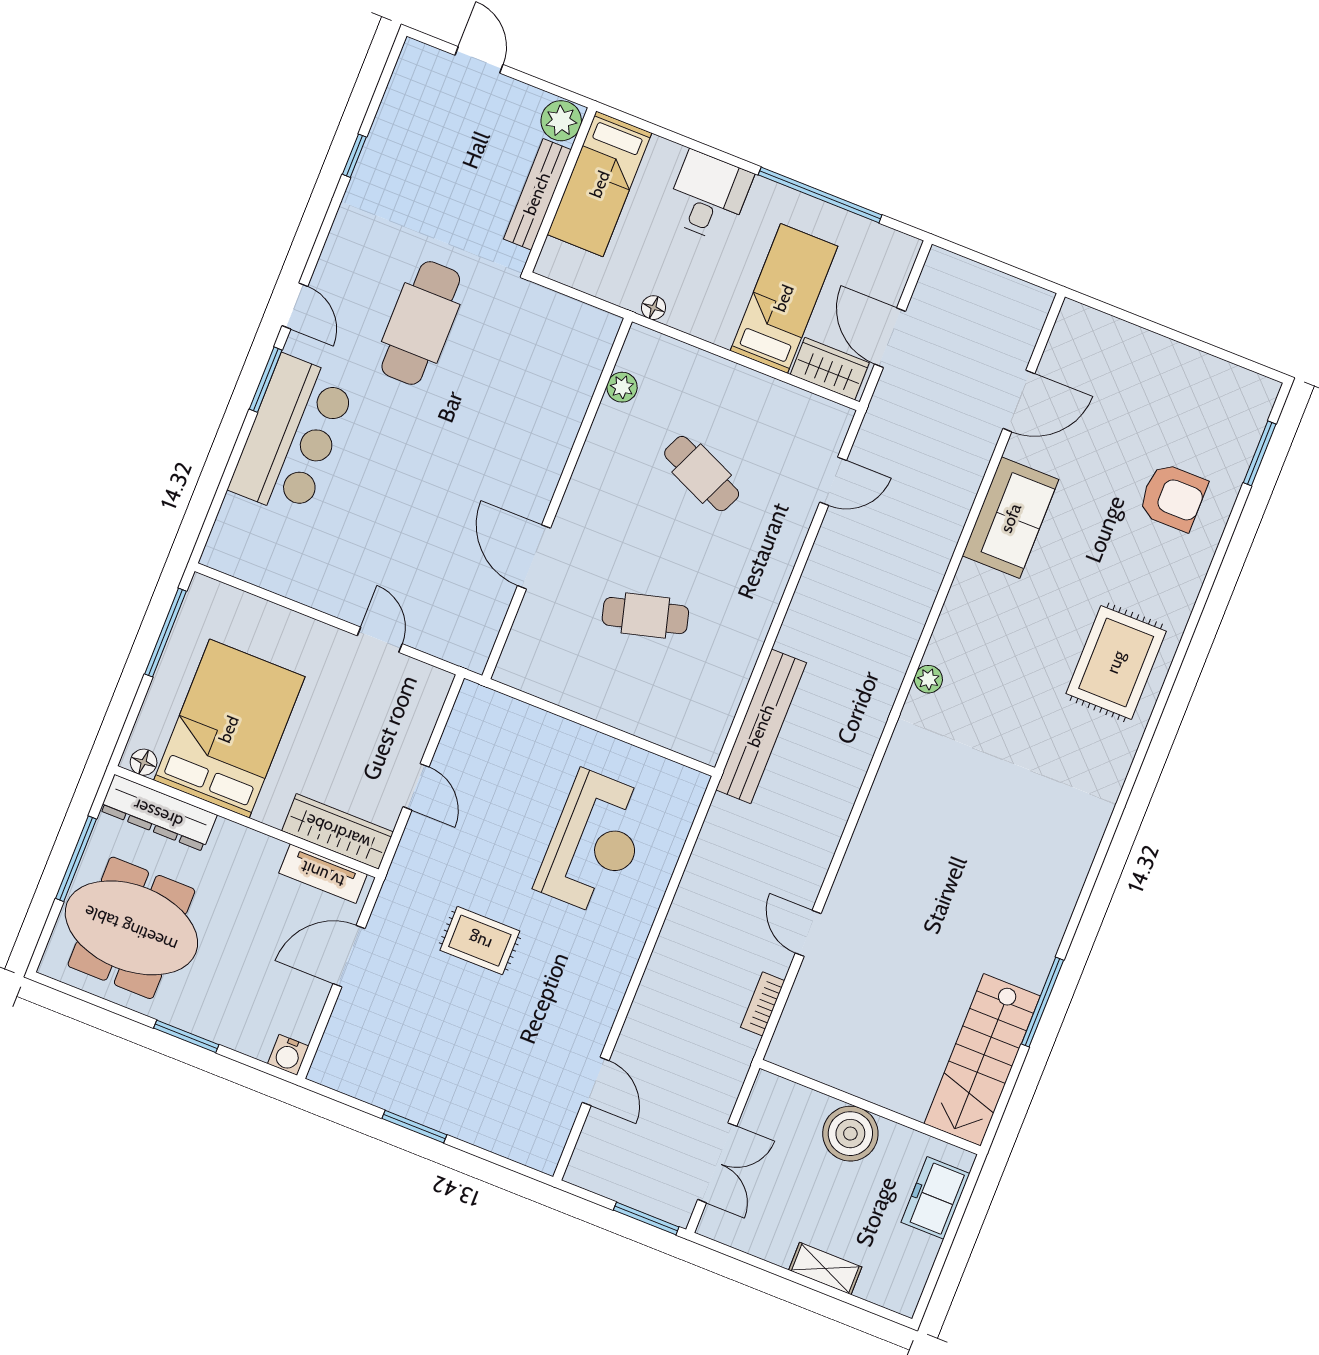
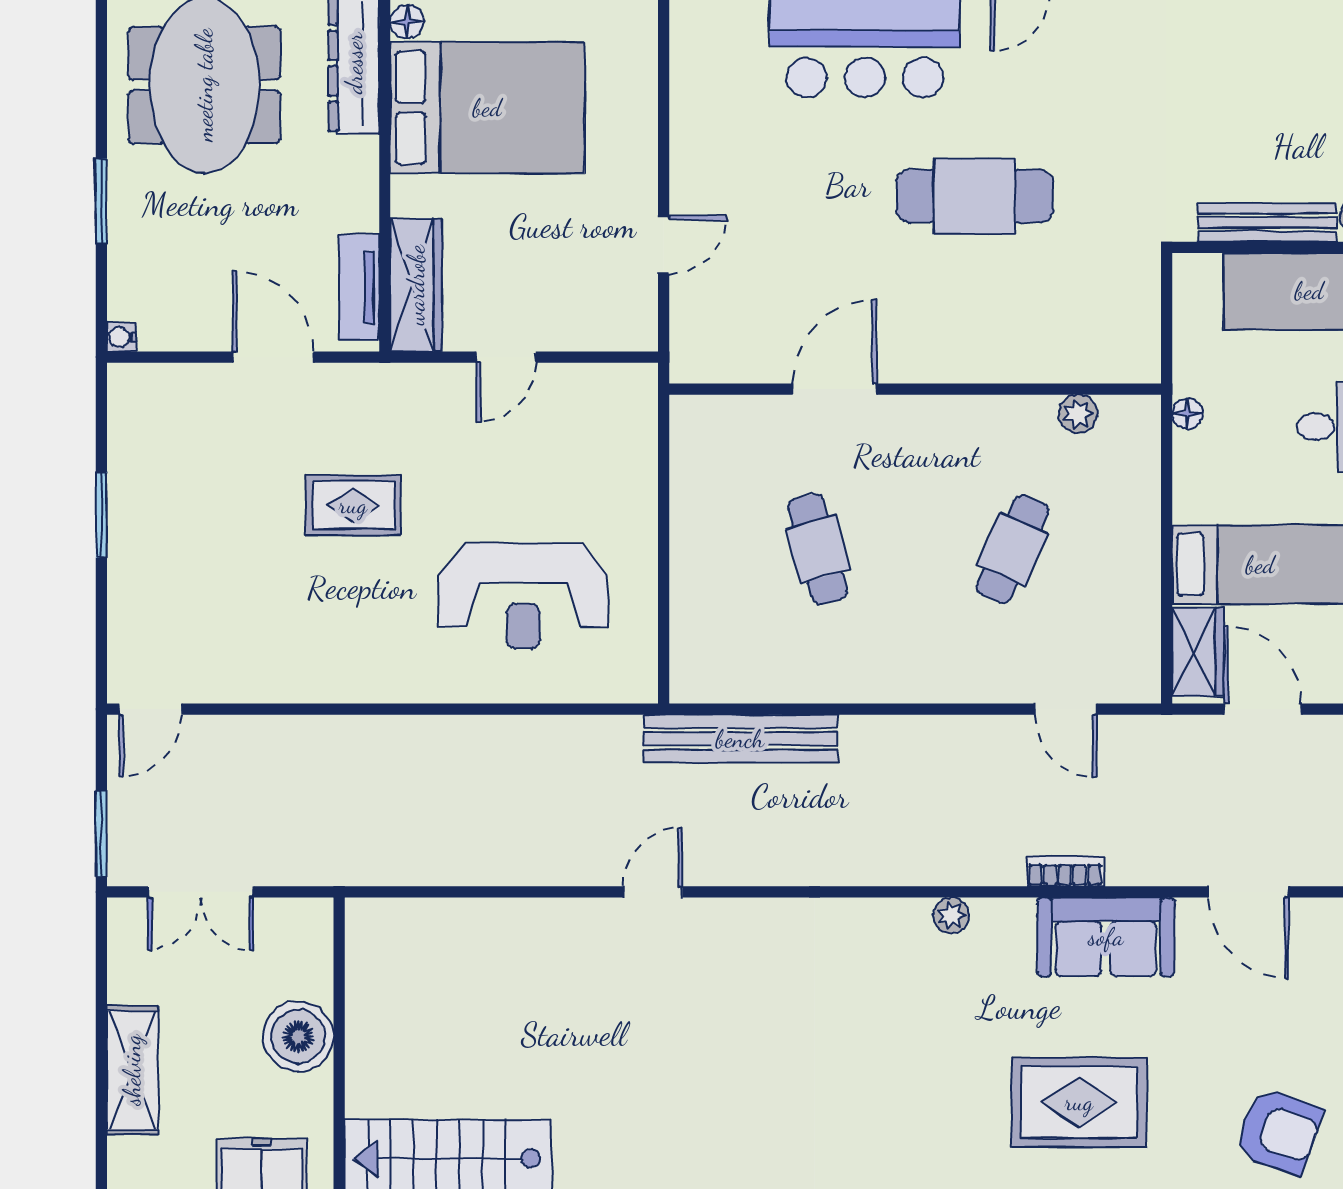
cafe table: (421, 323) -> (975, 196), moved
door: (890, 338) -> (1263, 709), hinge flipped
armchair: (1173, 497) -> (1279, 1131), moved, turned -71
rug: (1116, 662) -> (1079, 1102), moved
plant: (928, 679) -> (951, 915), moved
door: (808, 933) -> (653, 892), moved
rug: (480, 941) -> (353, 505), turned 90
bookcase: (763, 1004) -> (1065, 871), moved
water cooler: (288, 1055) -> (122, 337), width x0.72, depth x0.72
door: (596, 1081) -> (150, 709), moved
shelving: (825, 1268) -> (132, 1070), width x1.50, depth x1.33

